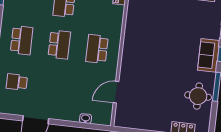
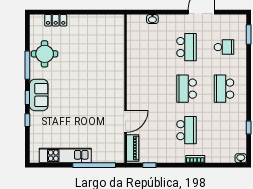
school desk: (97, 49) -> (187, 47), moved
door: (116, 92) -> (125, 121), moved

